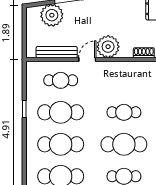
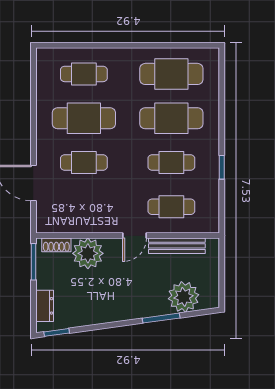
plant: (108, 47) -> (88, 253), moved
cafe table: (61, 112) -> (171, 162), width x0.73, depth x0.74

